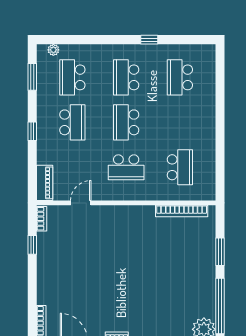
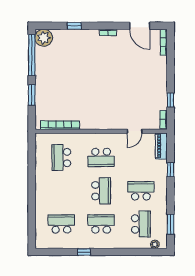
school desk: (126, 77) -> (101, 224), turned -90
school desk: (180, 77) -> (61, 224), turned -90
school desk: (72, 122) -> (141, 191), turned 90
window: (32, 131) -> (170, 170), moved
school desk: (126, 167) -> (101, 158), turned 180

